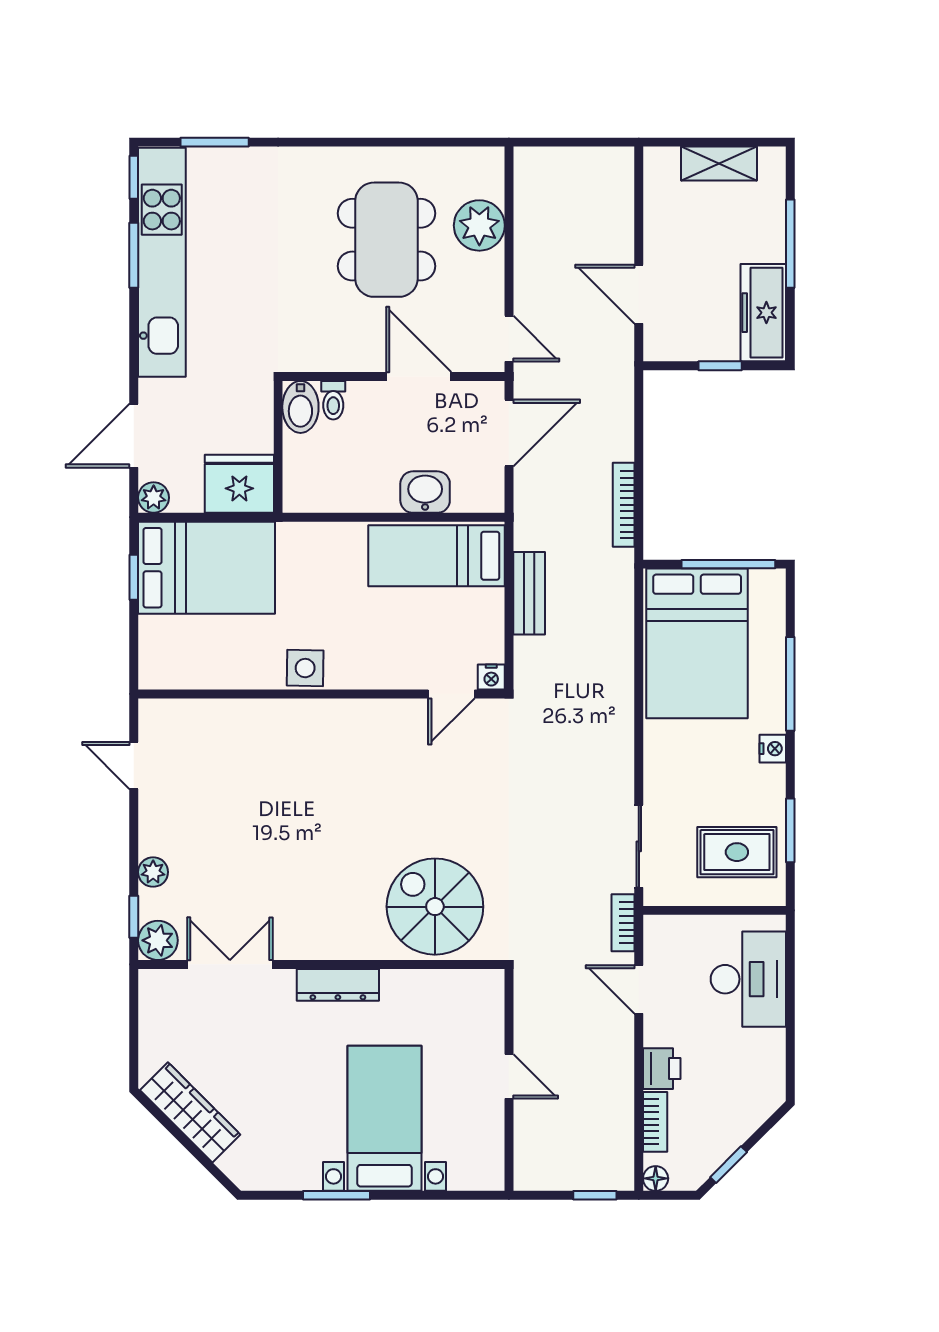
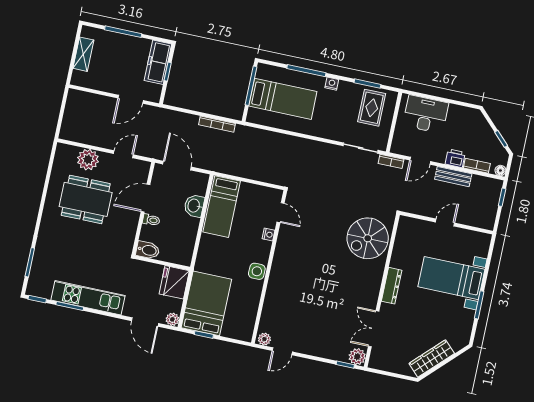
kitchen unit: (162, 262) -> (88, 298), width x0.73
freezer: (763, 313) -> (158, 62), moved, turned 90
door: (509, 339) -> (123, 154), moved
toilet: (333, 400) -> (151, 220), moved
bench: (529, 593) -> (453, 177), moved
bed: (697, 643) -> (283, 99), width x0.67
nightstand: (491, 677) -> (269, 235), moved
plant: (153, 872) -> (264, 339), moved

